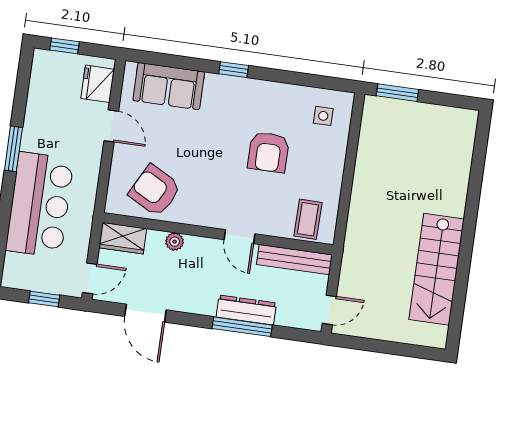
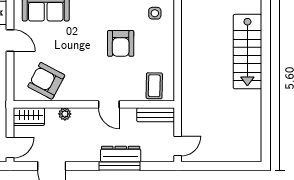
bench: (294, 260) -> (156, 115), width x0.73
stairs: (437, 269) -> (247, 52), moved

